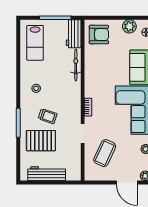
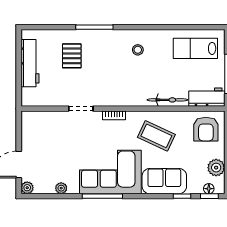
trolley: (48, 116) -> (103, 64), removed
pallet: (41, 141) -> (72, 56), width x0.67, depth x0.71
coffee table: (105, 153) -> (156, 136), moved

